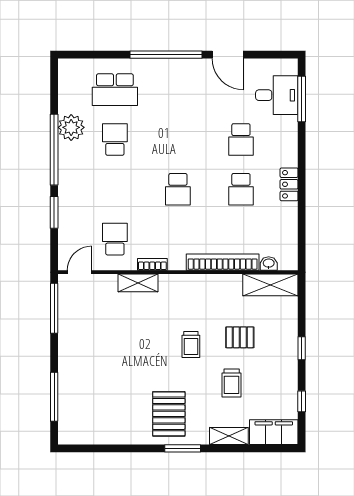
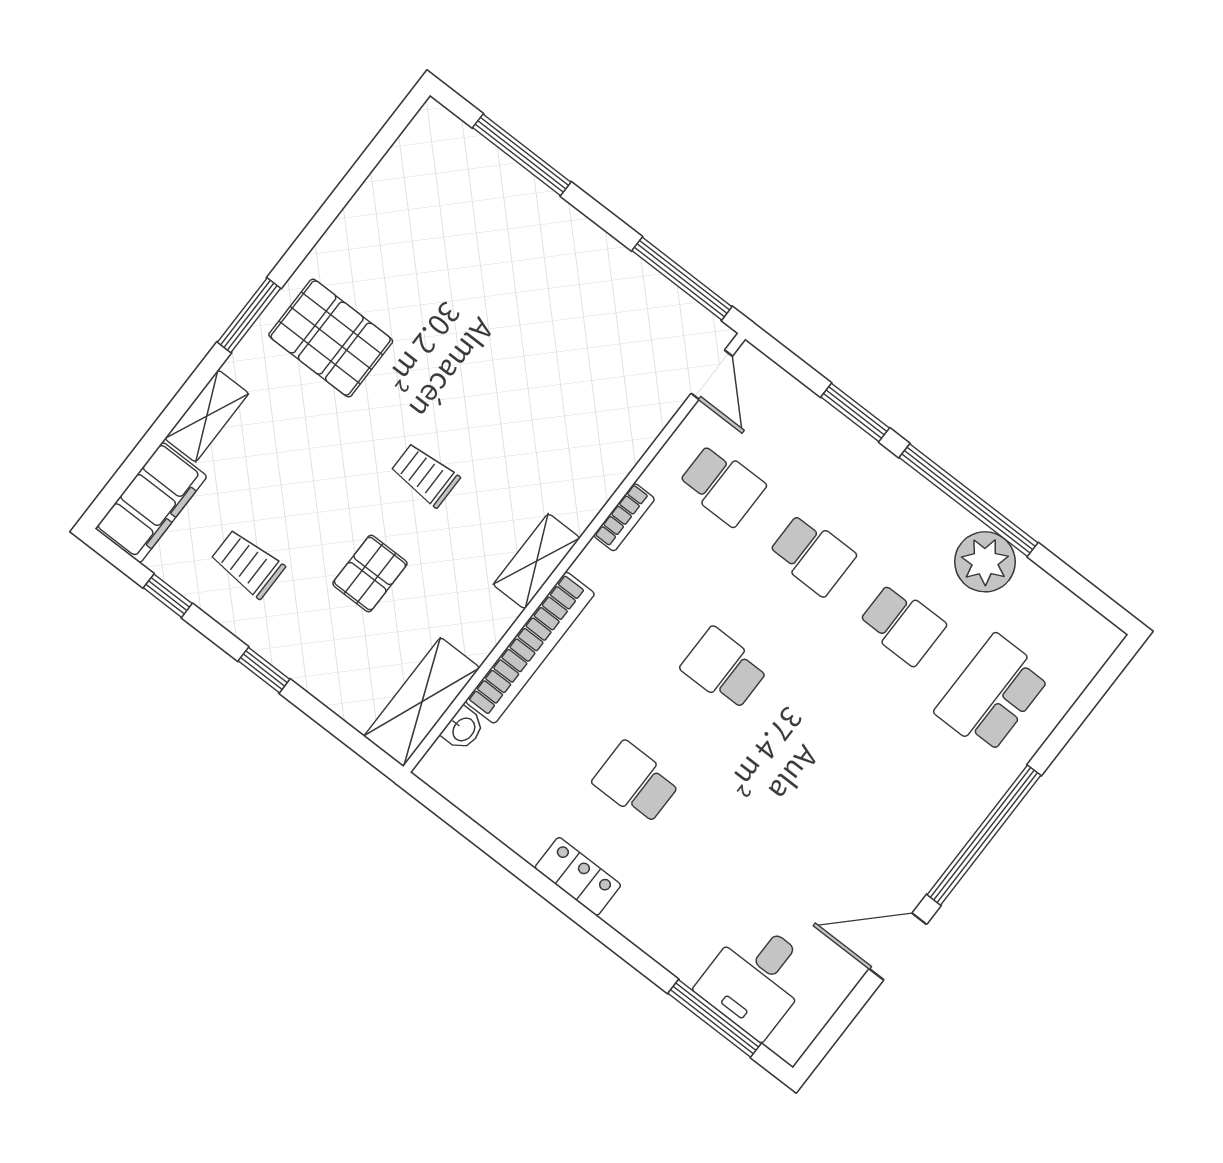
school desk: (241, 139) -> (812, 555), moved, turned 180
shelving: (138, 283) -> (537, 561), moved
trolley: (232, 383) -> (248, 564), moved

